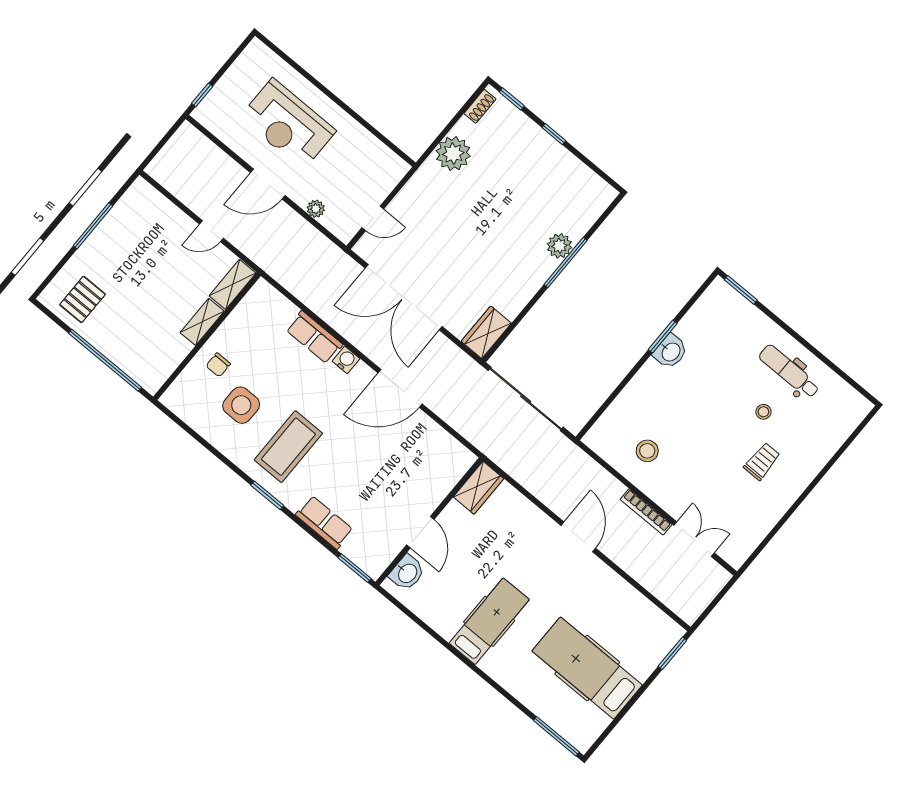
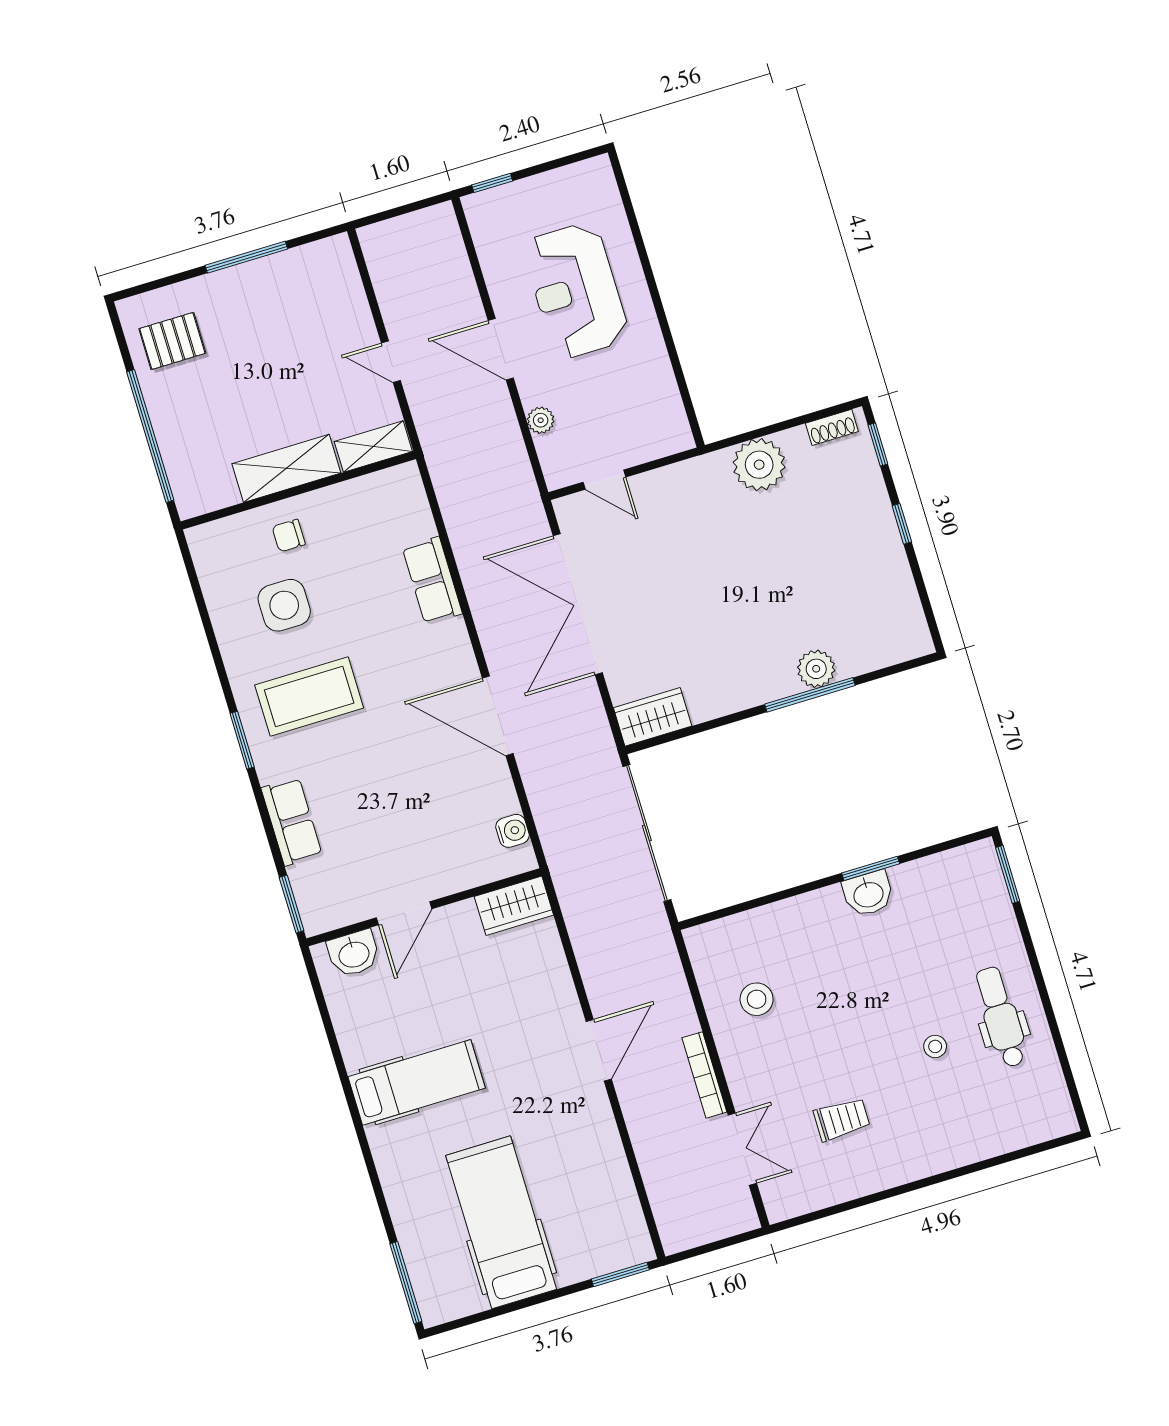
shelving: (202, 322) -> (286, 468), width x1.50, depth x1.33
water cooler: (346, 360) -> (512, 831), moved
trolley: (762, 461) -> (842, 1119), moved

